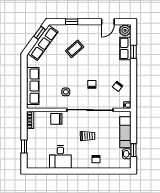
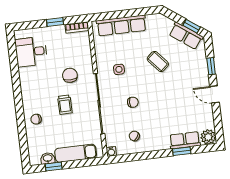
door: (108, 22) -> (214, 94), moved
row of seats: (43, 43) -> (186, 36), width x0.68
coffee table: (75, 49) -> (158, 62), moved
chair: (56, 119) -> (70, 75), moved
window: (24, 147) -> (55, 22), moved
desk: (60, 157) -> (31, 52), moved

